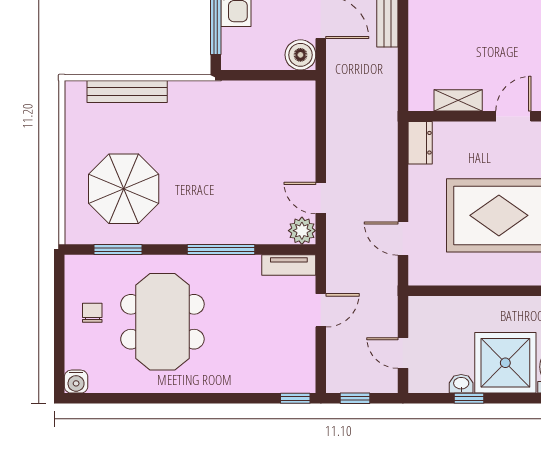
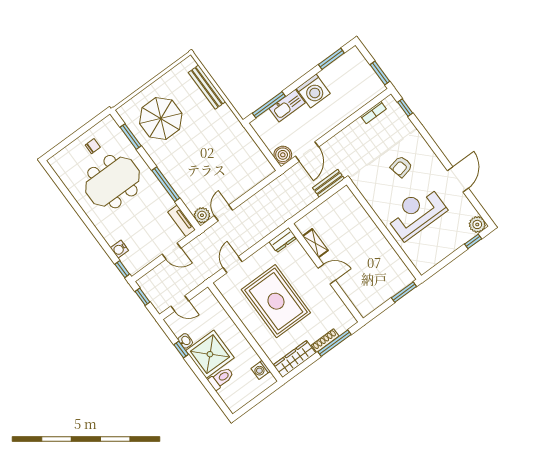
door: (403, 353) -> (180, 304), swing flipped
water cooler: (76, 382) -> (119, 249), moved

